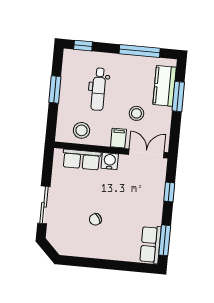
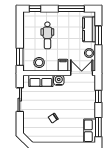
window: (55, 89) -> (20, 57), moved
stool: (136, 113) -> (89, 53), moved
sliding door: (44, 205) -> (20, 100), moved

